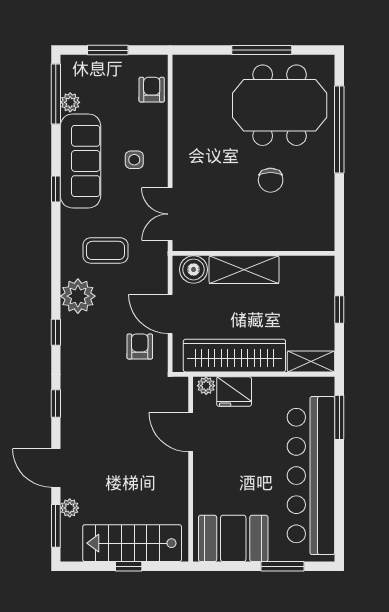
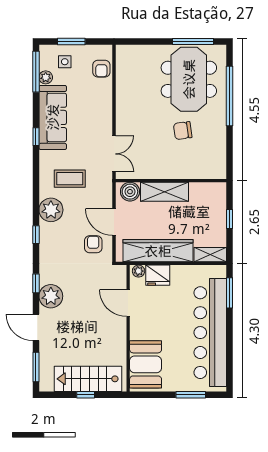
window: (262, 50) -> (193, 42), moved
armchair: (152, 90) -> (101, 69), turned 180
meeting table: (280, 105) -> (189, 79), turned 90
side table: (134, 160) -> (65, 62), moved
chair: (271, 180) -> (183, 131), turned 82
double door: (170, 214) -> (114, 154), swing flipped
plant: (70, 508) -> (51, 296), moved, width x1.88, depth x1.88
booth: (233, 538) -> (146, 364), moved, turned 90

